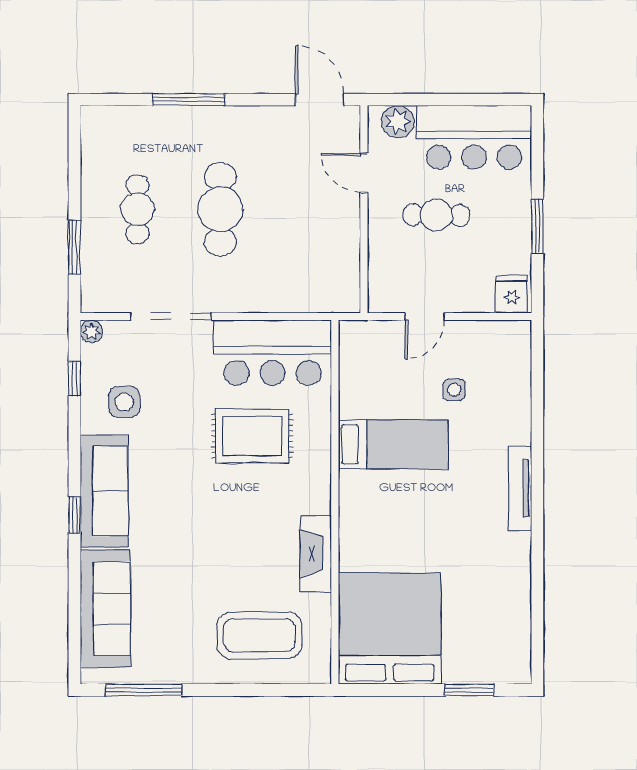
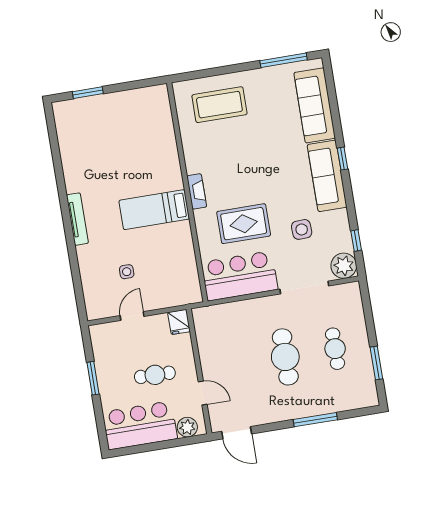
window: (75, 247) -> (376, 363), moved
fridge: (512, 294) -> (179, 322), moved
door: (425, 317) -> (132, 316), moved
plant: (91, 331) -> (344, 266), width x1.87, depth x1.87
side table: (124, 402) -> (302, 229), moved
bed: (393, 444) -> (154, 210), moved
fireplace: (316, 553) -> (197, 191), moved, width x0.73, depth x0.76
bed: (390, 629) -> (142, 122), removed

